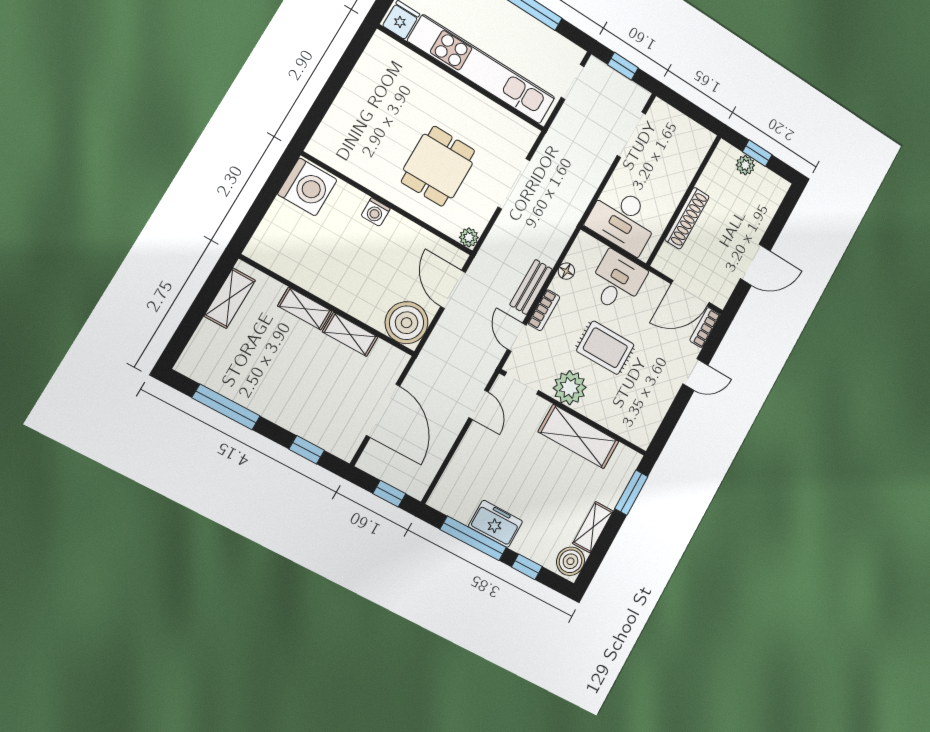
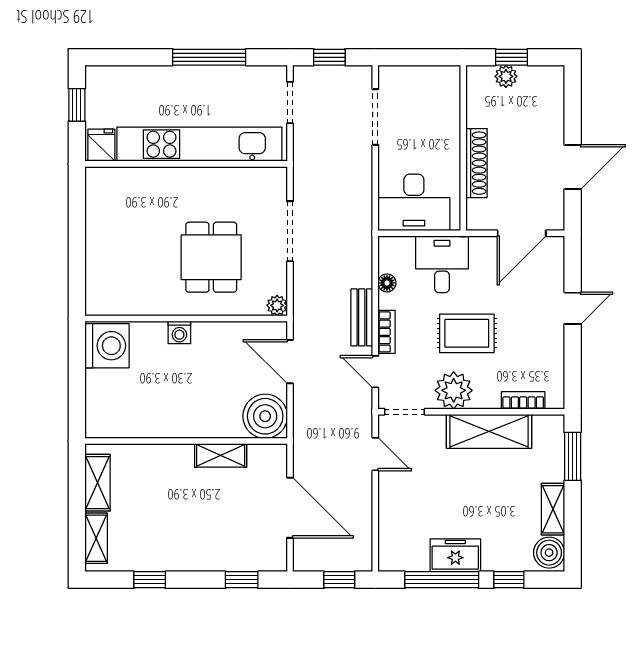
shelving: (305, 309) -> (96, 538), moved, turned 90
bookcase: (705, 327) -> (523, 400), moved, turned 90
window: (226, 407) -> (150, 580), width x0.46

